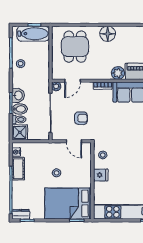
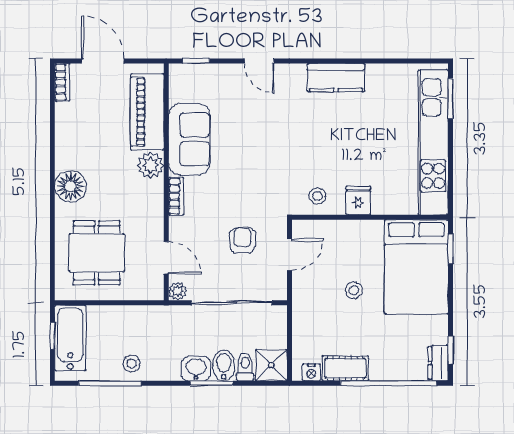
dining table: (75, 47) -> (97, 253), turned 90

